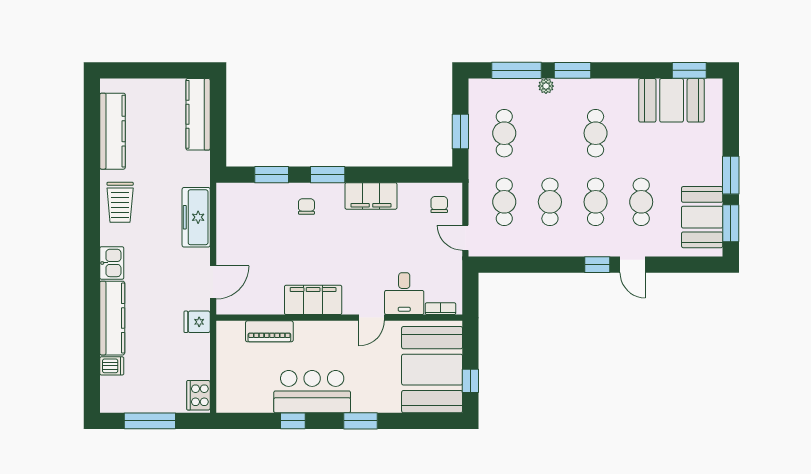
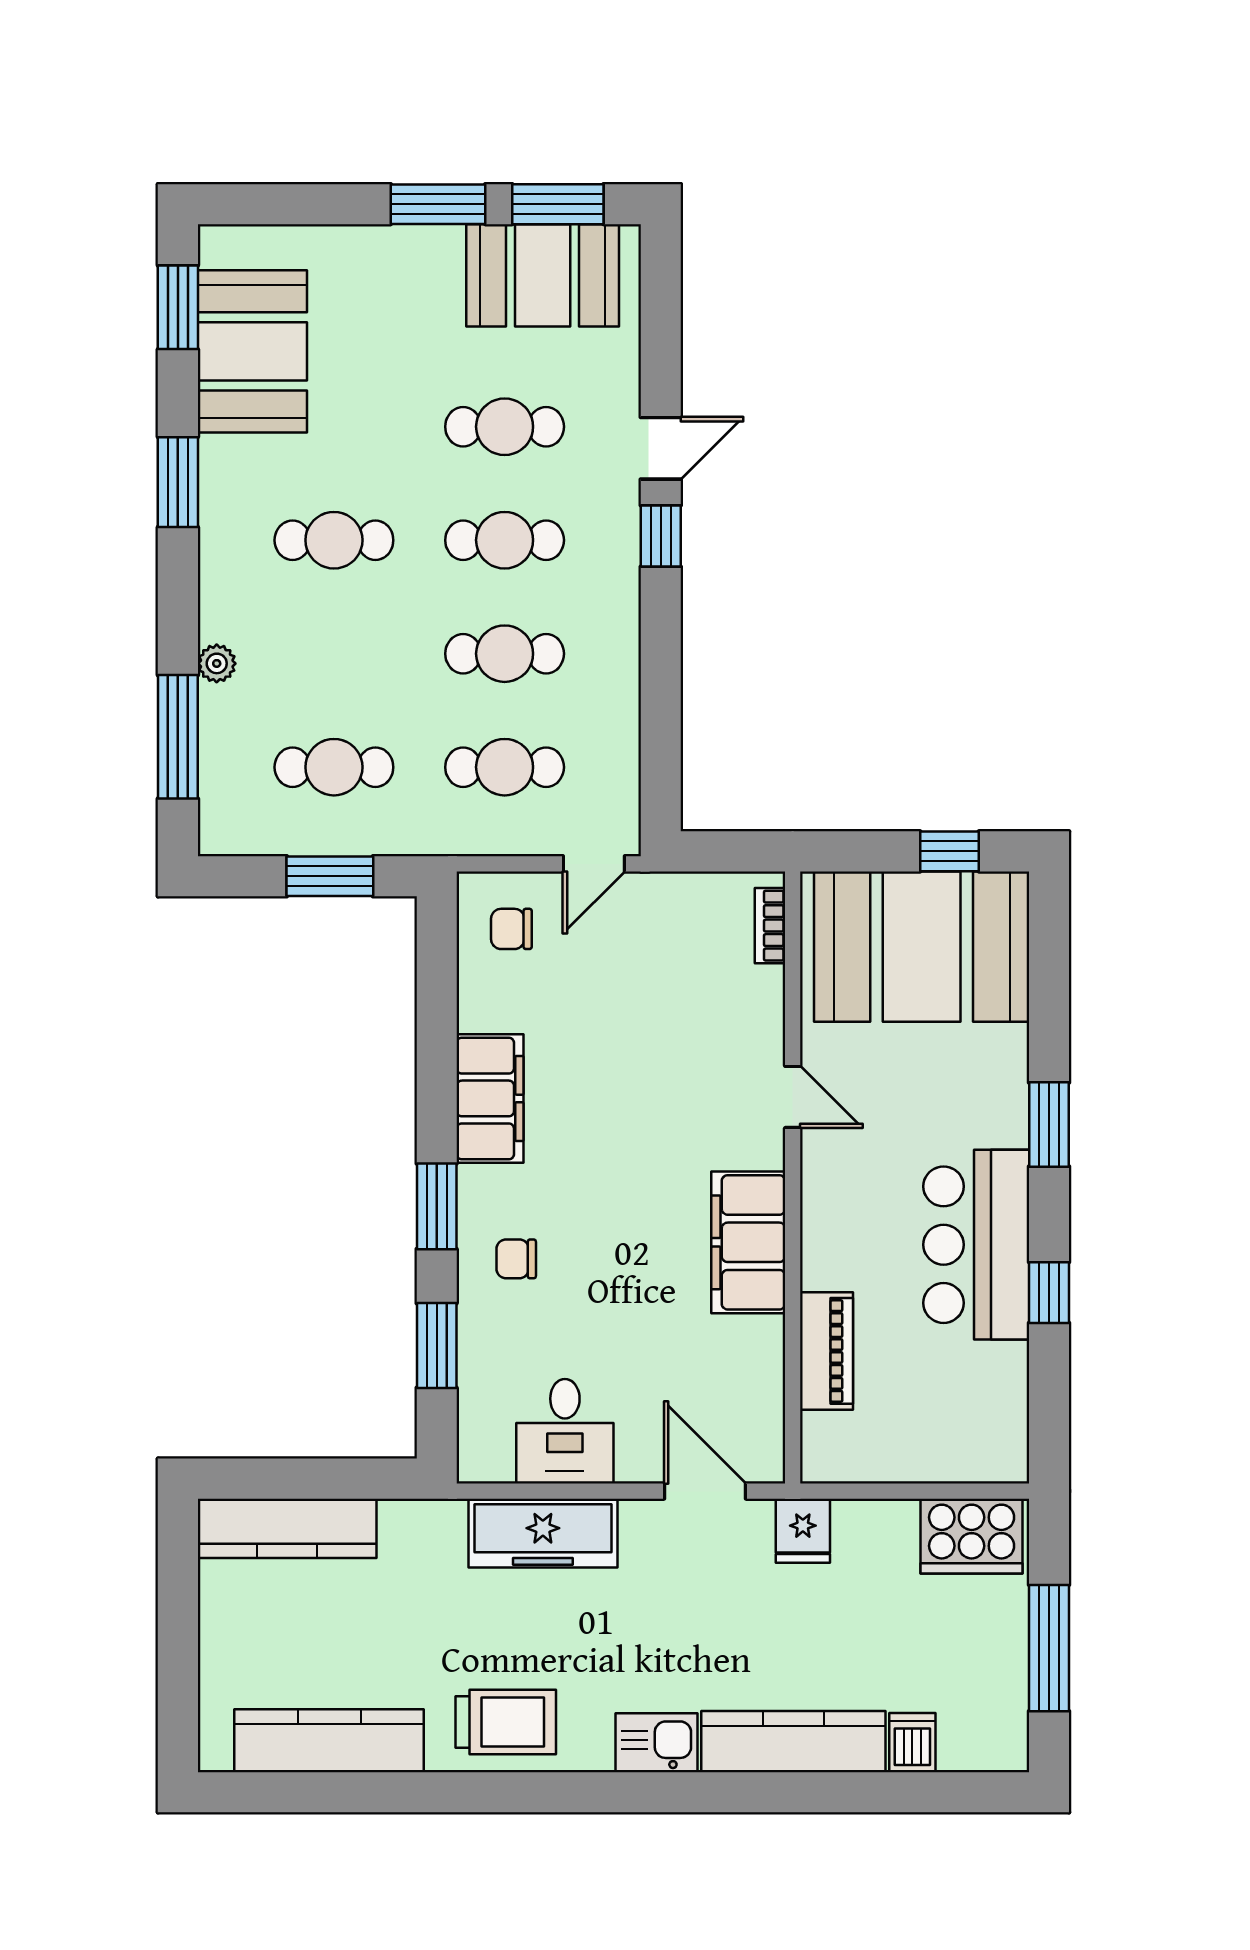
window: (573, 70) -> (178, 482), moved
desk: (404, 294) -> (565, 1431), moved, turned 90
cooker: (198, 395) -> (972, 1536), width x1.37, depth x1.31

